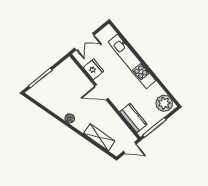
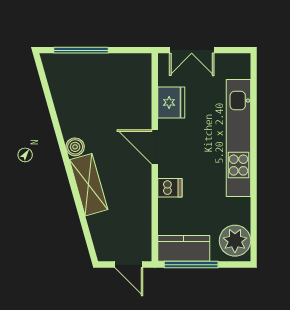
dishwasher: (121, 104) -> (170, 188), added
kitchen counter: (133, 118) -> (184, 248), moved, turned -90
shelving: (99, 137) -> (89, 185), moved

